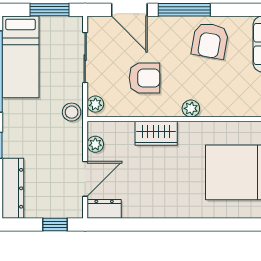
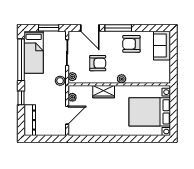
armchair: (210, 41) -> (131, 44), turned 80
dresser: (104, 209) -> (77, 131), removed
window: (55, 224) -> (52, 139), removed

